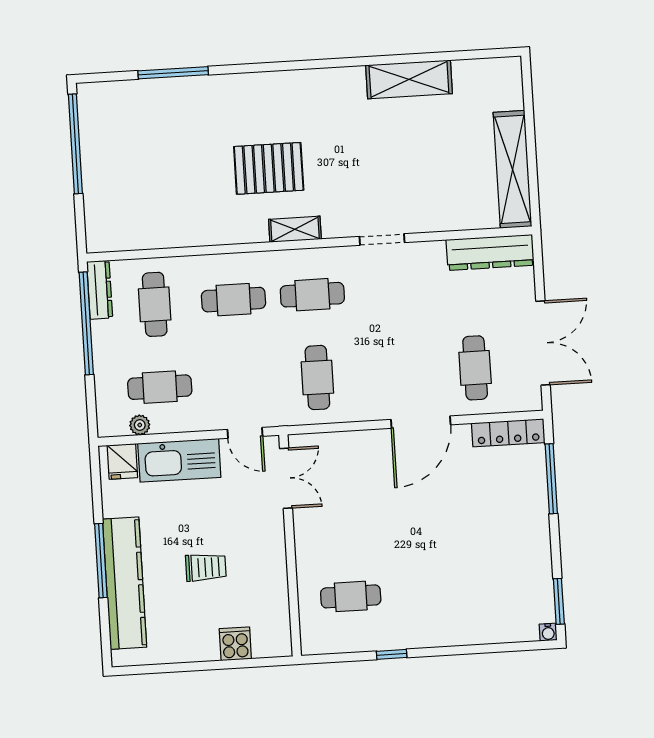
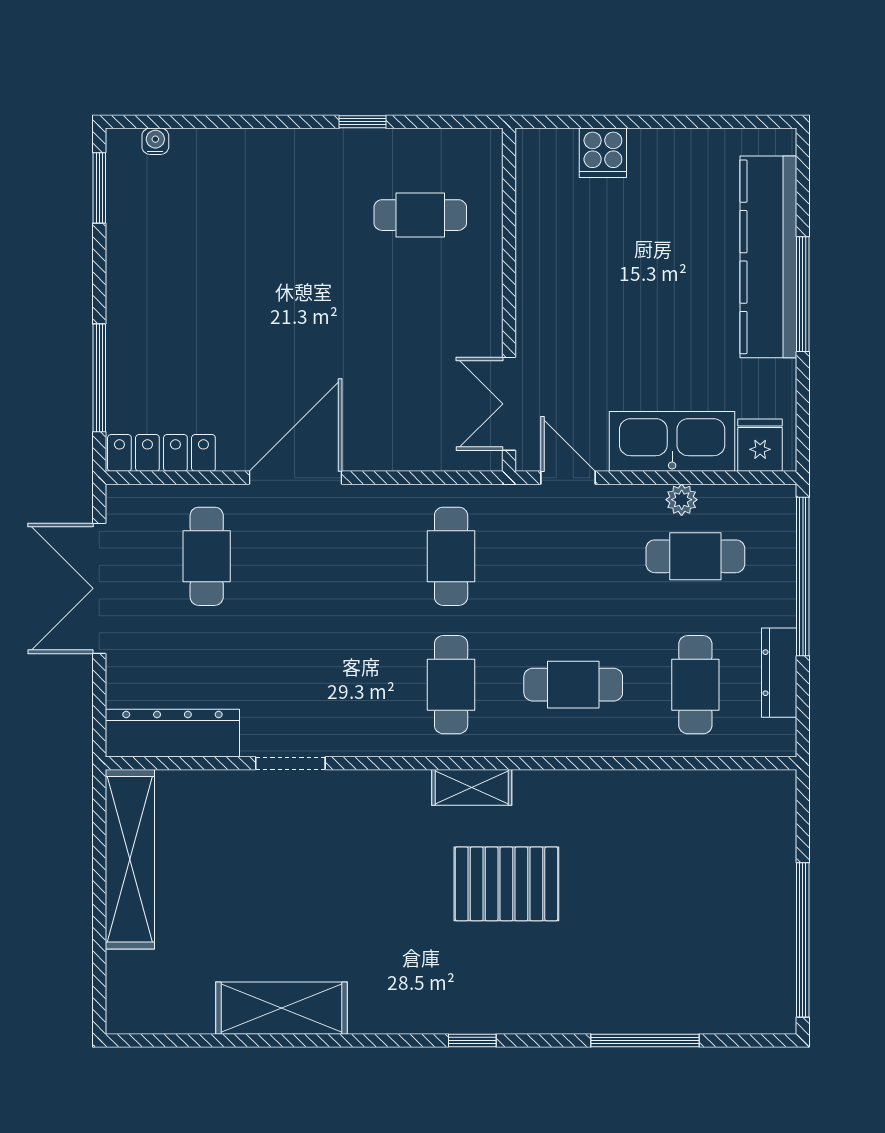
window: (285, 66) -> (472, 1041), added
doorway: (382, 240) -> (290, 763), moved
dresser: (100, 290) -> (779, 673), moved
cafe table: (312, 295) -> (451, 685), turned 90
window: (86, 323) -> (803, 576), moved
plant: (140, 425) -> (682, 500), moved
trolley: (206, 567) -> (641, 274), removed
water cooler: (548, 632) -> (155, 141), moved

